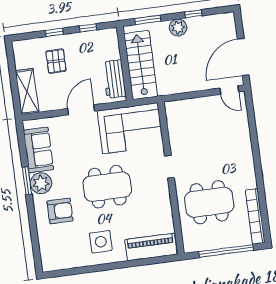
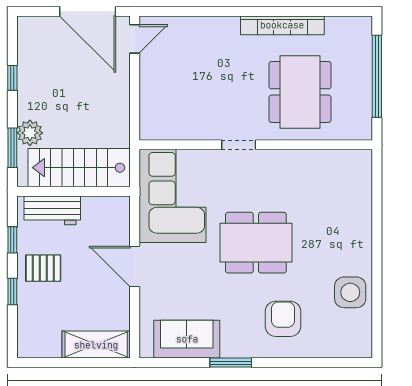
plant: (178, 27) -> (30, 133), moved
pallet: (56, 61) -> (43, 268), moved
workbench: (114, 79) -> (52, 210), moved
plant: (41, 183) -> (237, 342), removed
dining table: (107, 187) -> (256, 243), turned 90
bookcase: (255, 216) -> (282, 25), moved
side table: (101, 242) -> (350, 292), moved
piano: (151, 247) -> (356, 189), removed

